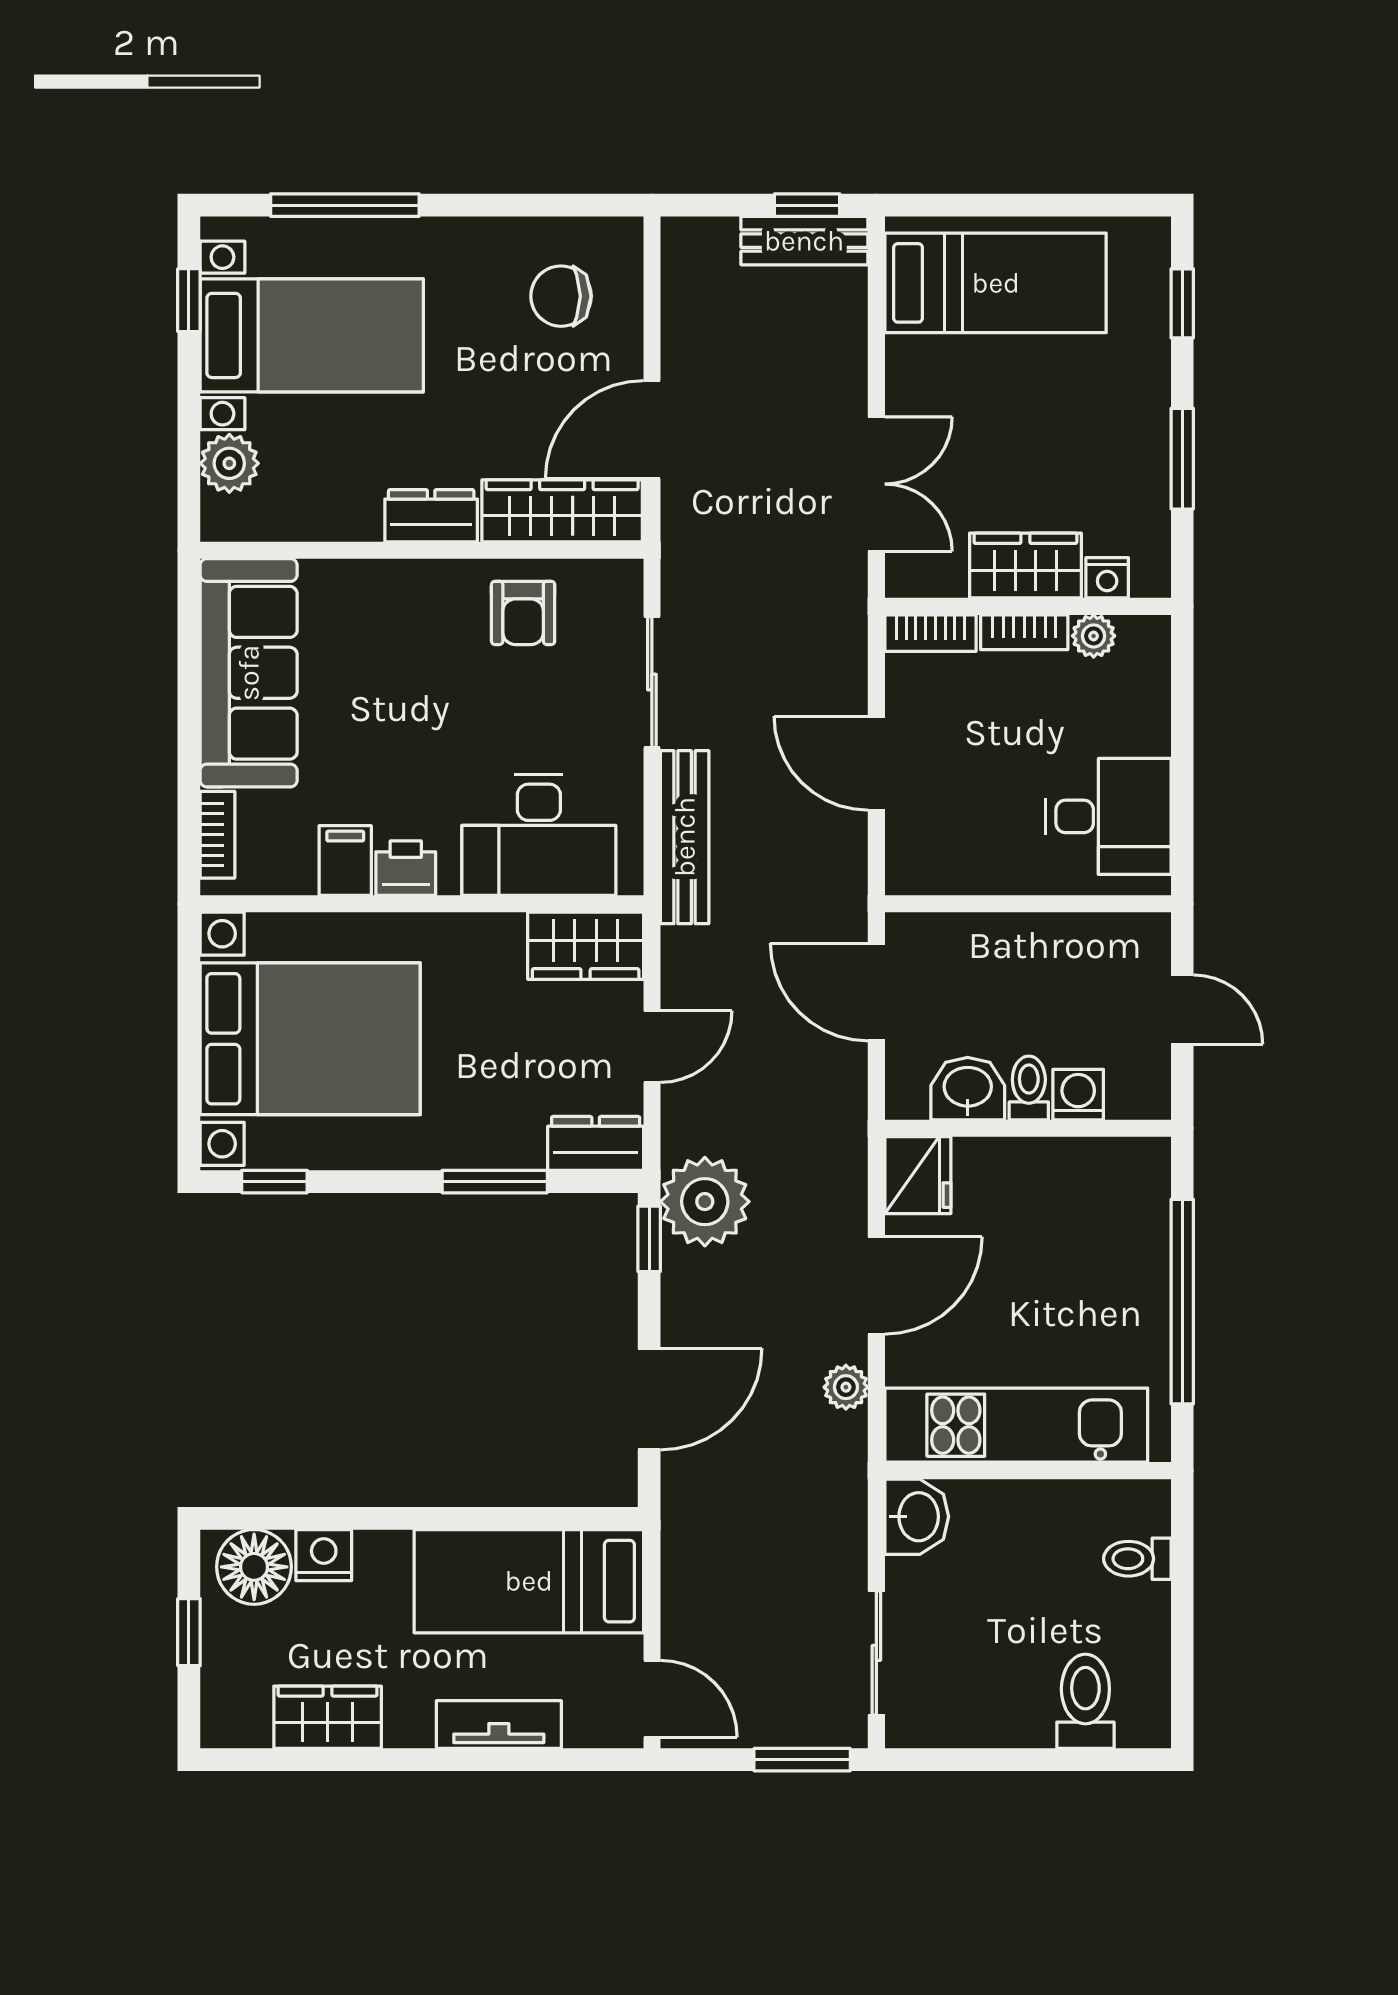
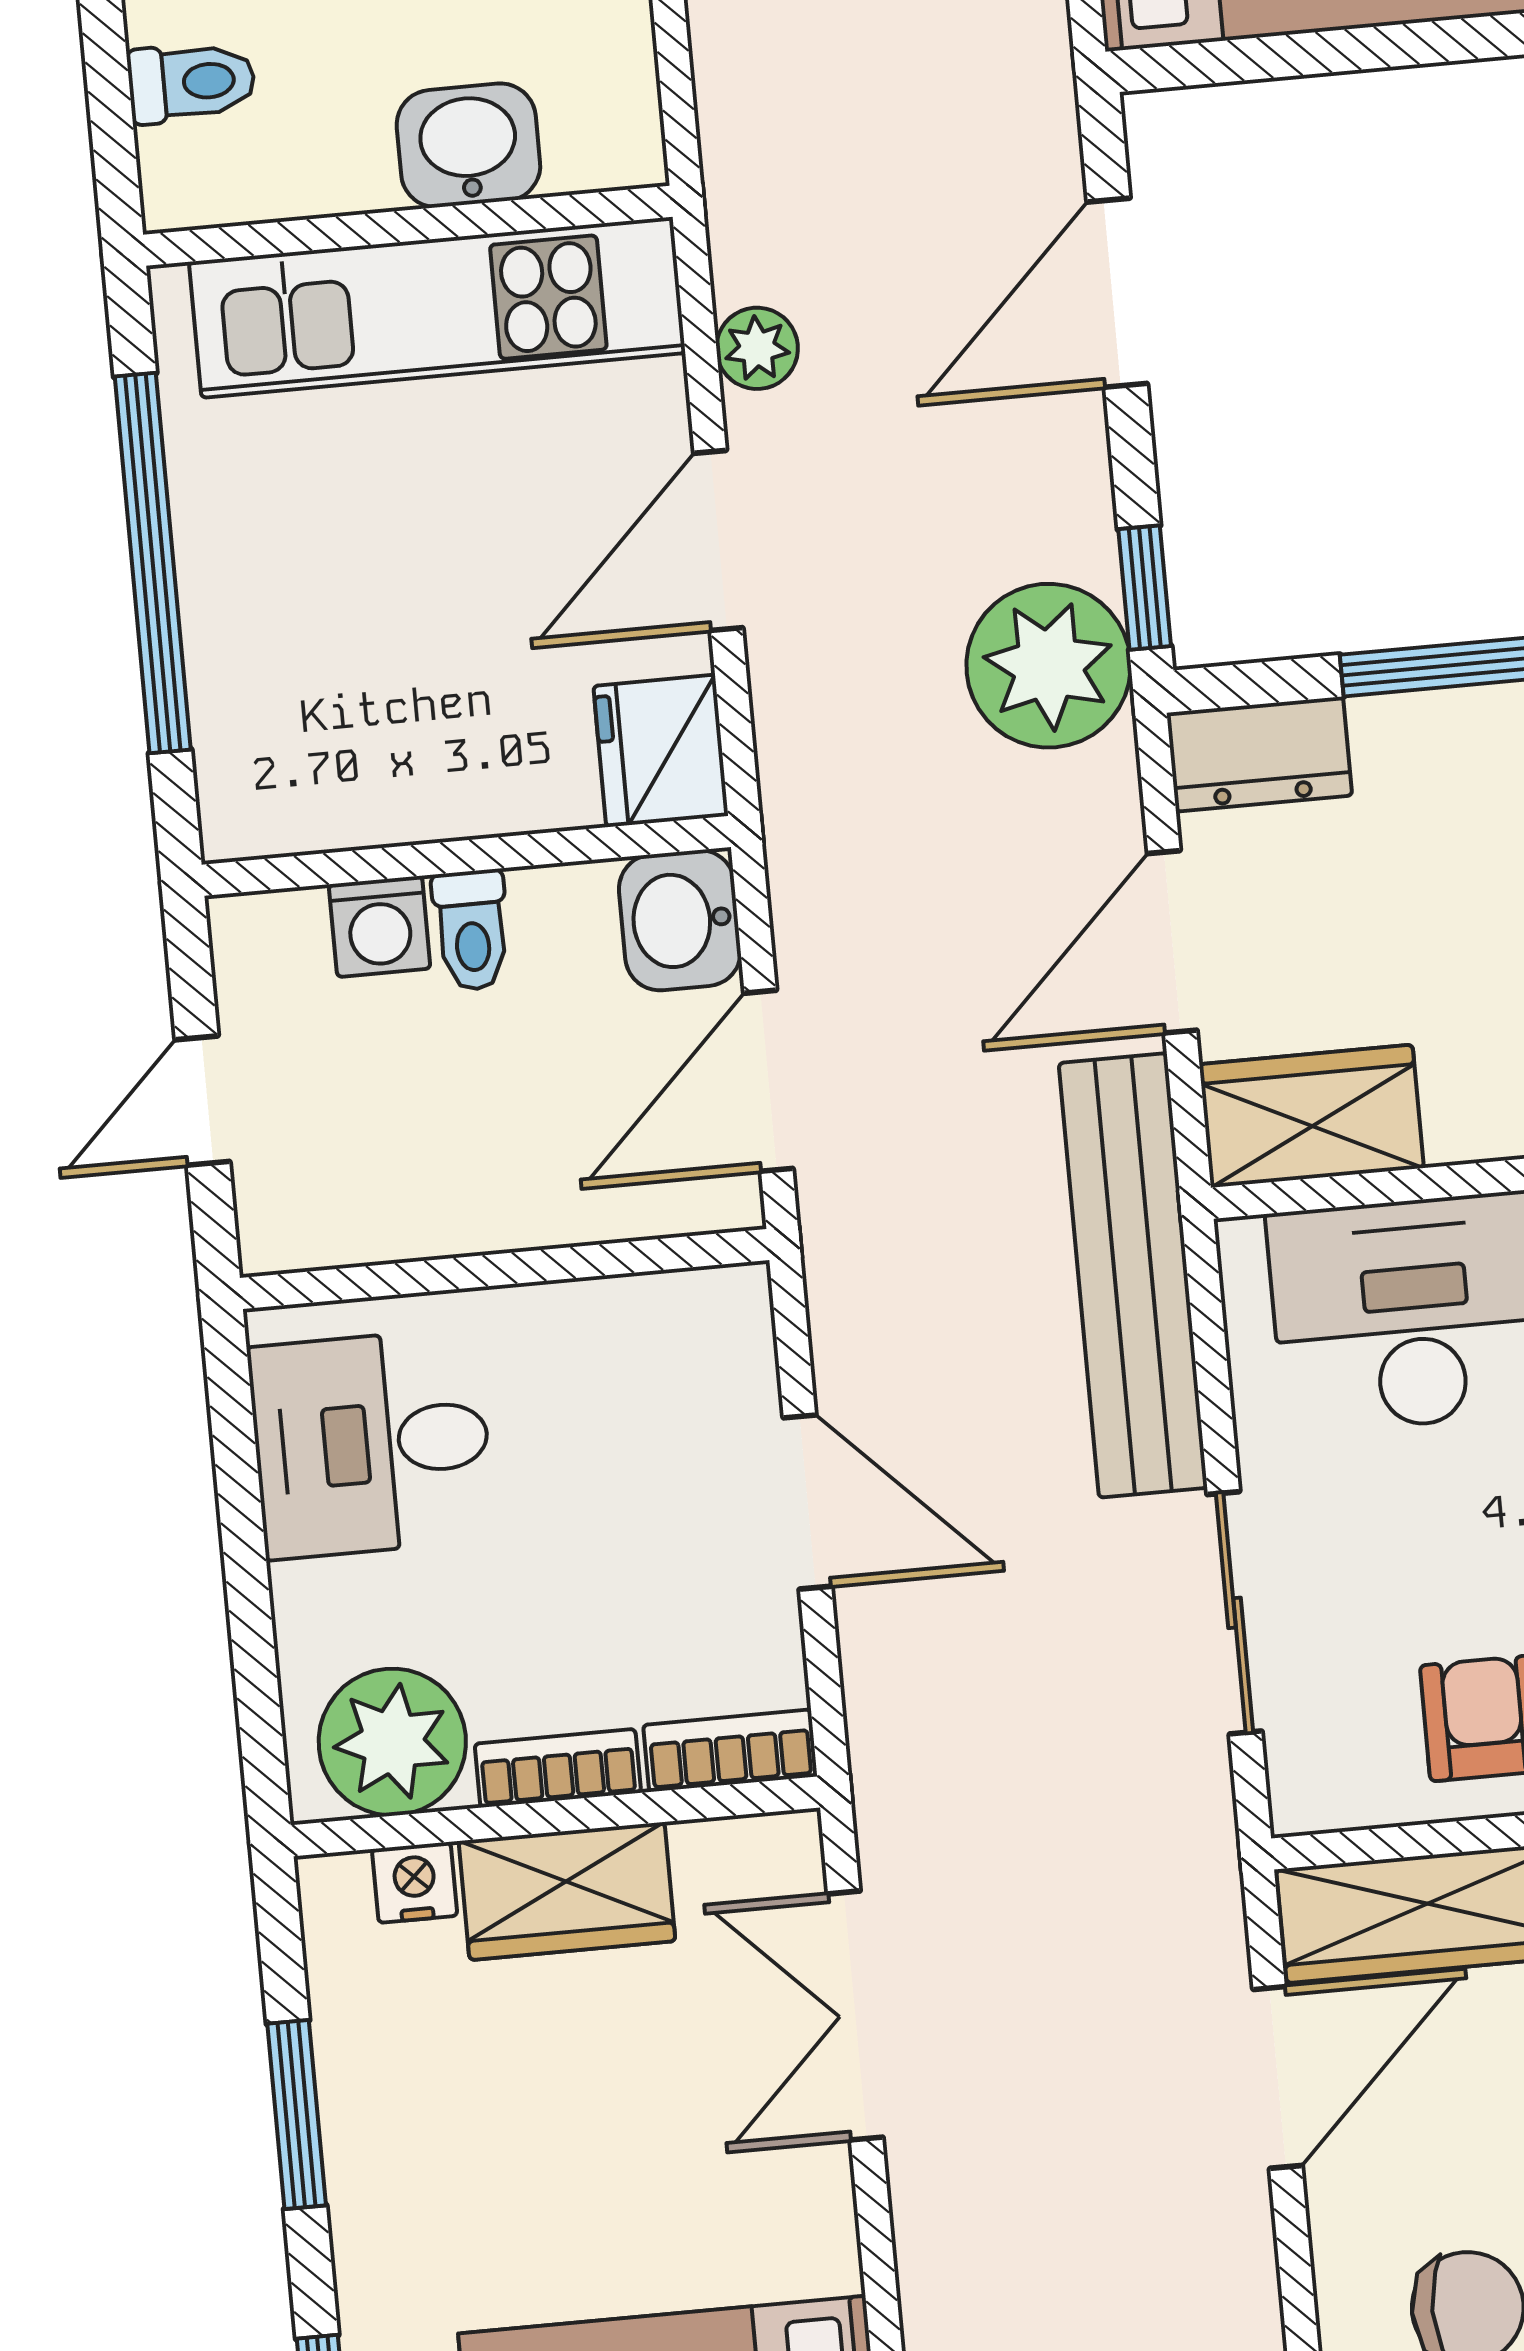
plant: (1094, 636) -> (392, 1742), width x1.88, depth x1.88
bench: (685, 837) -> (1133, 1275), width x1.37, depth x1.21
door: (876, 992) -> (768, 1081), swing flipped
door: (1182, 1010) -> (203, 1101), hinge flipped
door: (652, 1047) -> (1172, 942), width x1.38
washbasin: (968, 1089) -> (680, 920), moved, turned 90
washbasin: (917, 1517) -> (468, 145), moved, turned 90

